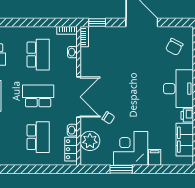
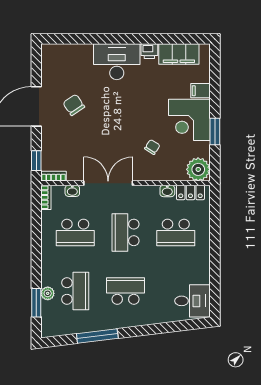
chair: (174, 47) -> (74, 105), moved, turned -152
school desk: (38, 55) -> (75, 232), turned 180
double door: (79, 97) -> (108, 183), moved
school desk: (38, 137) -> (176, 232), turned 180
plant: (90, 141) -> (198, 169), moved

